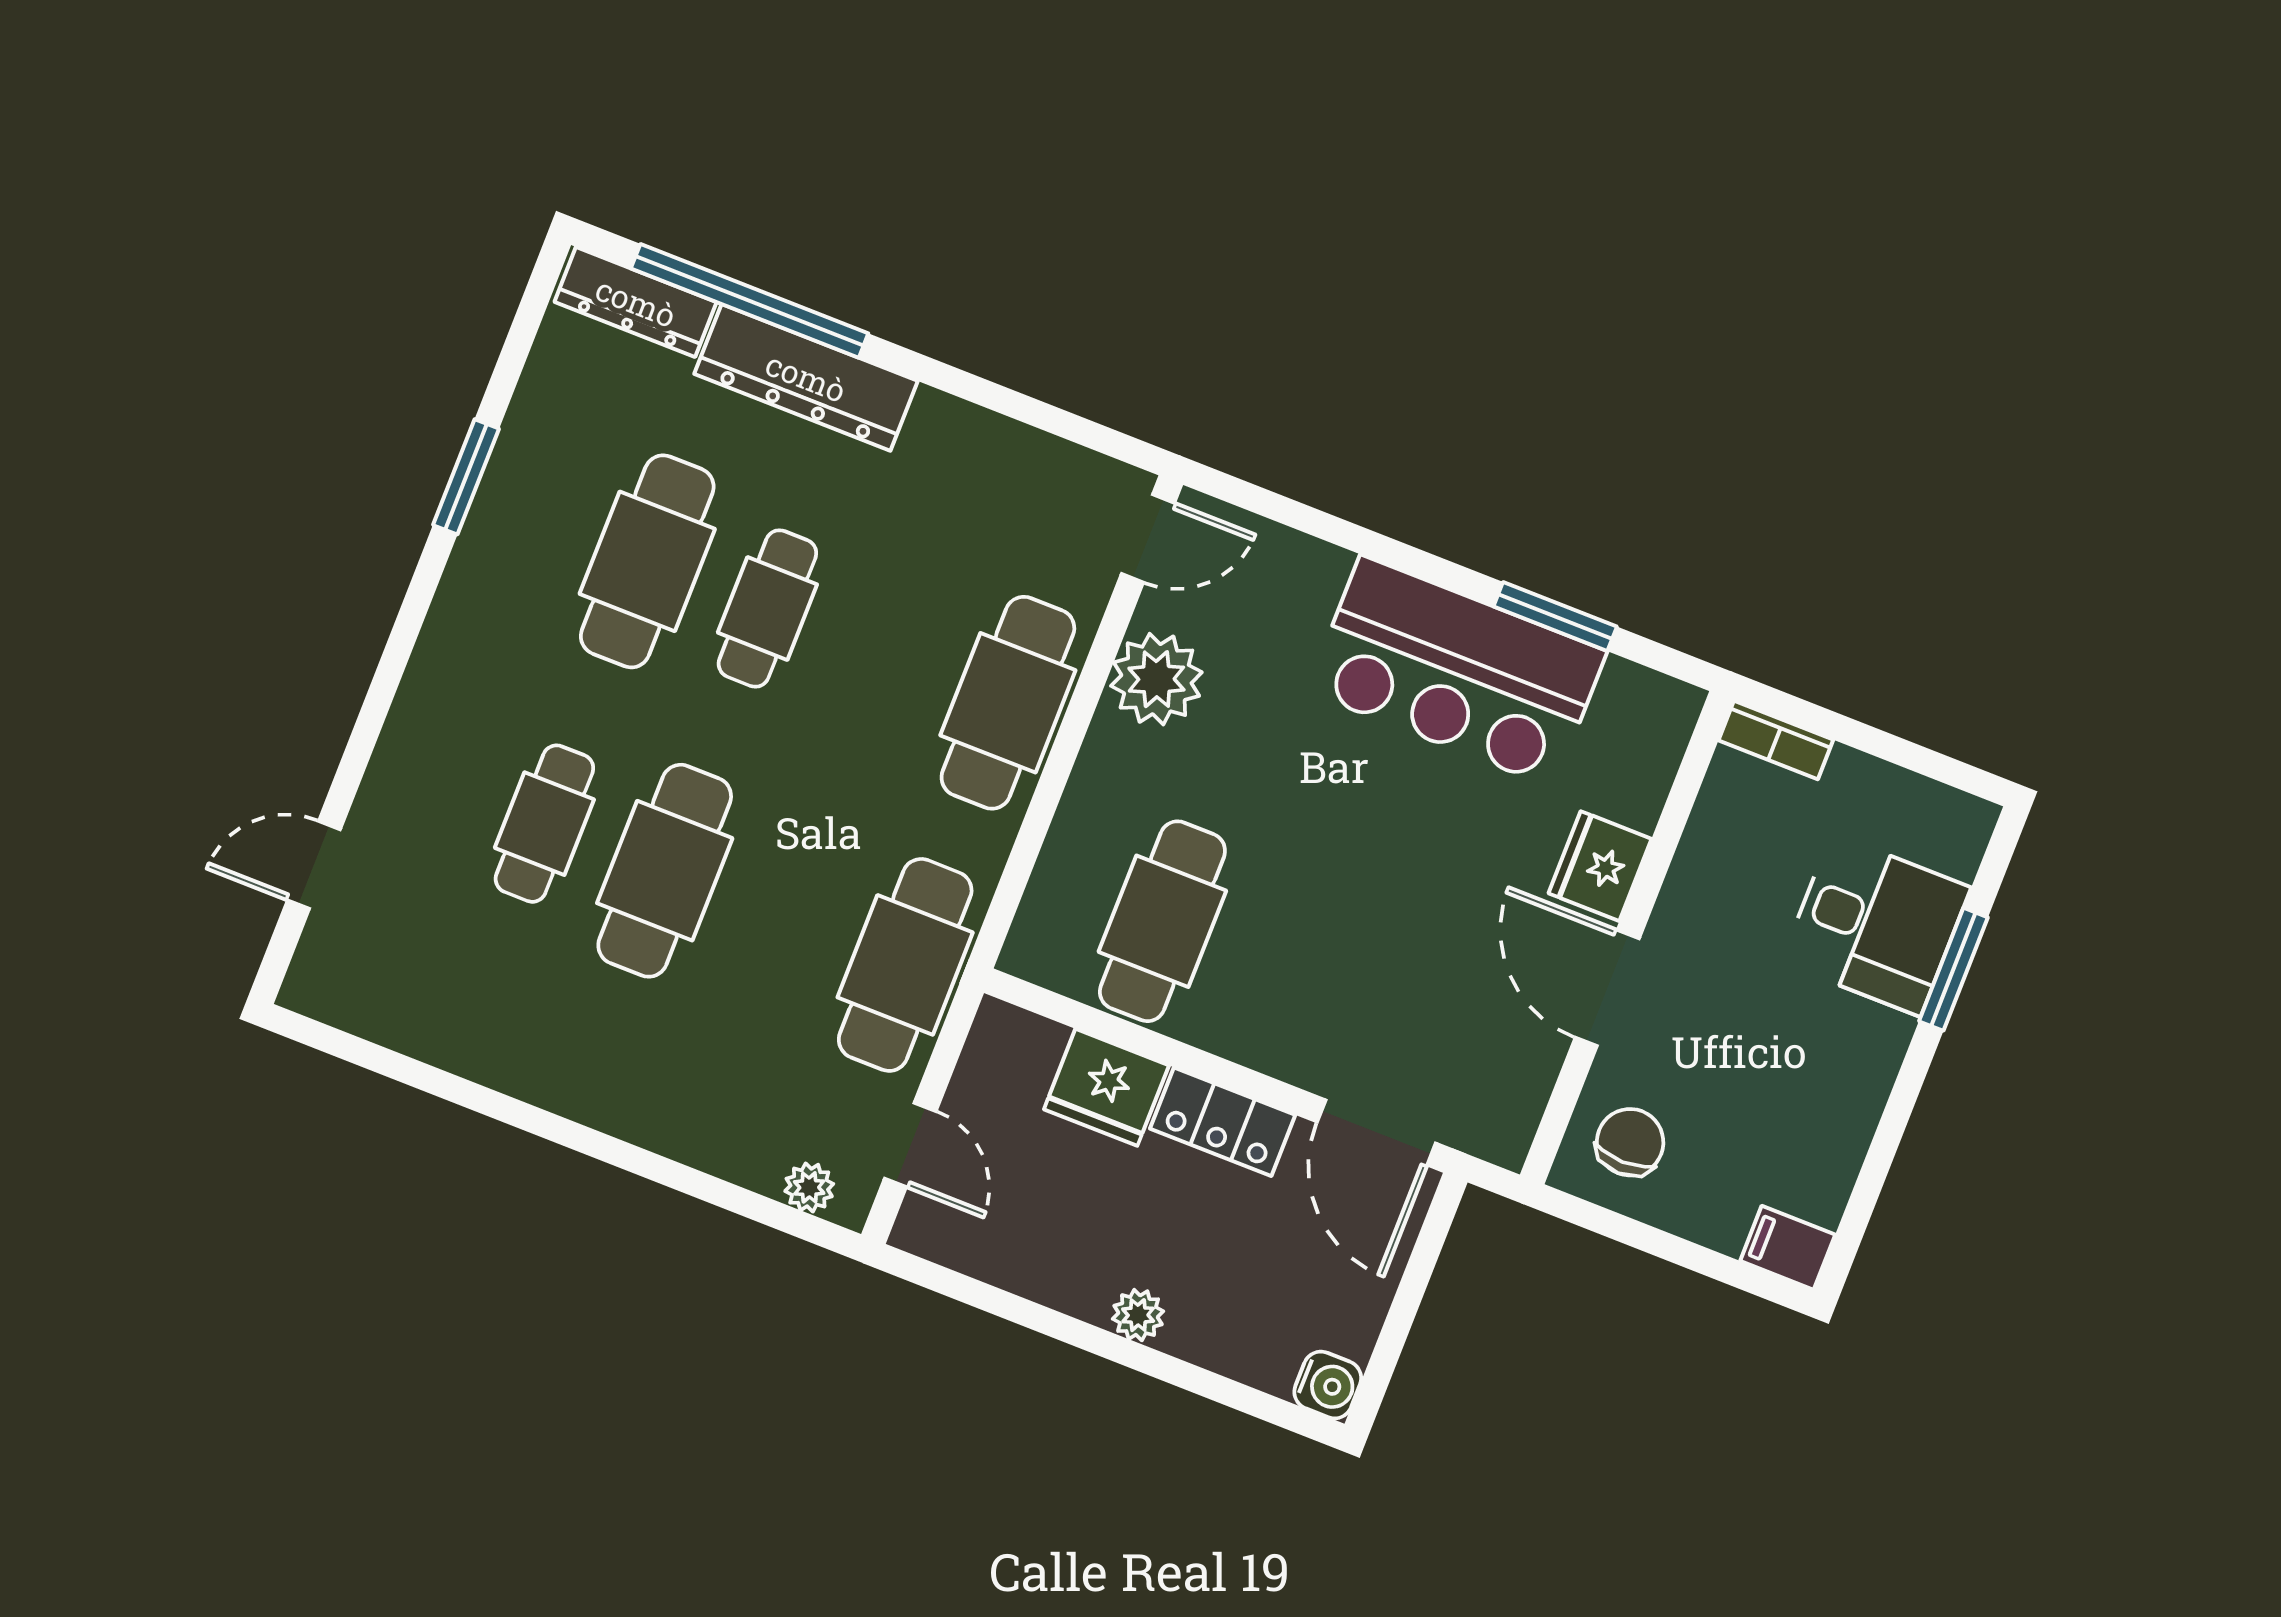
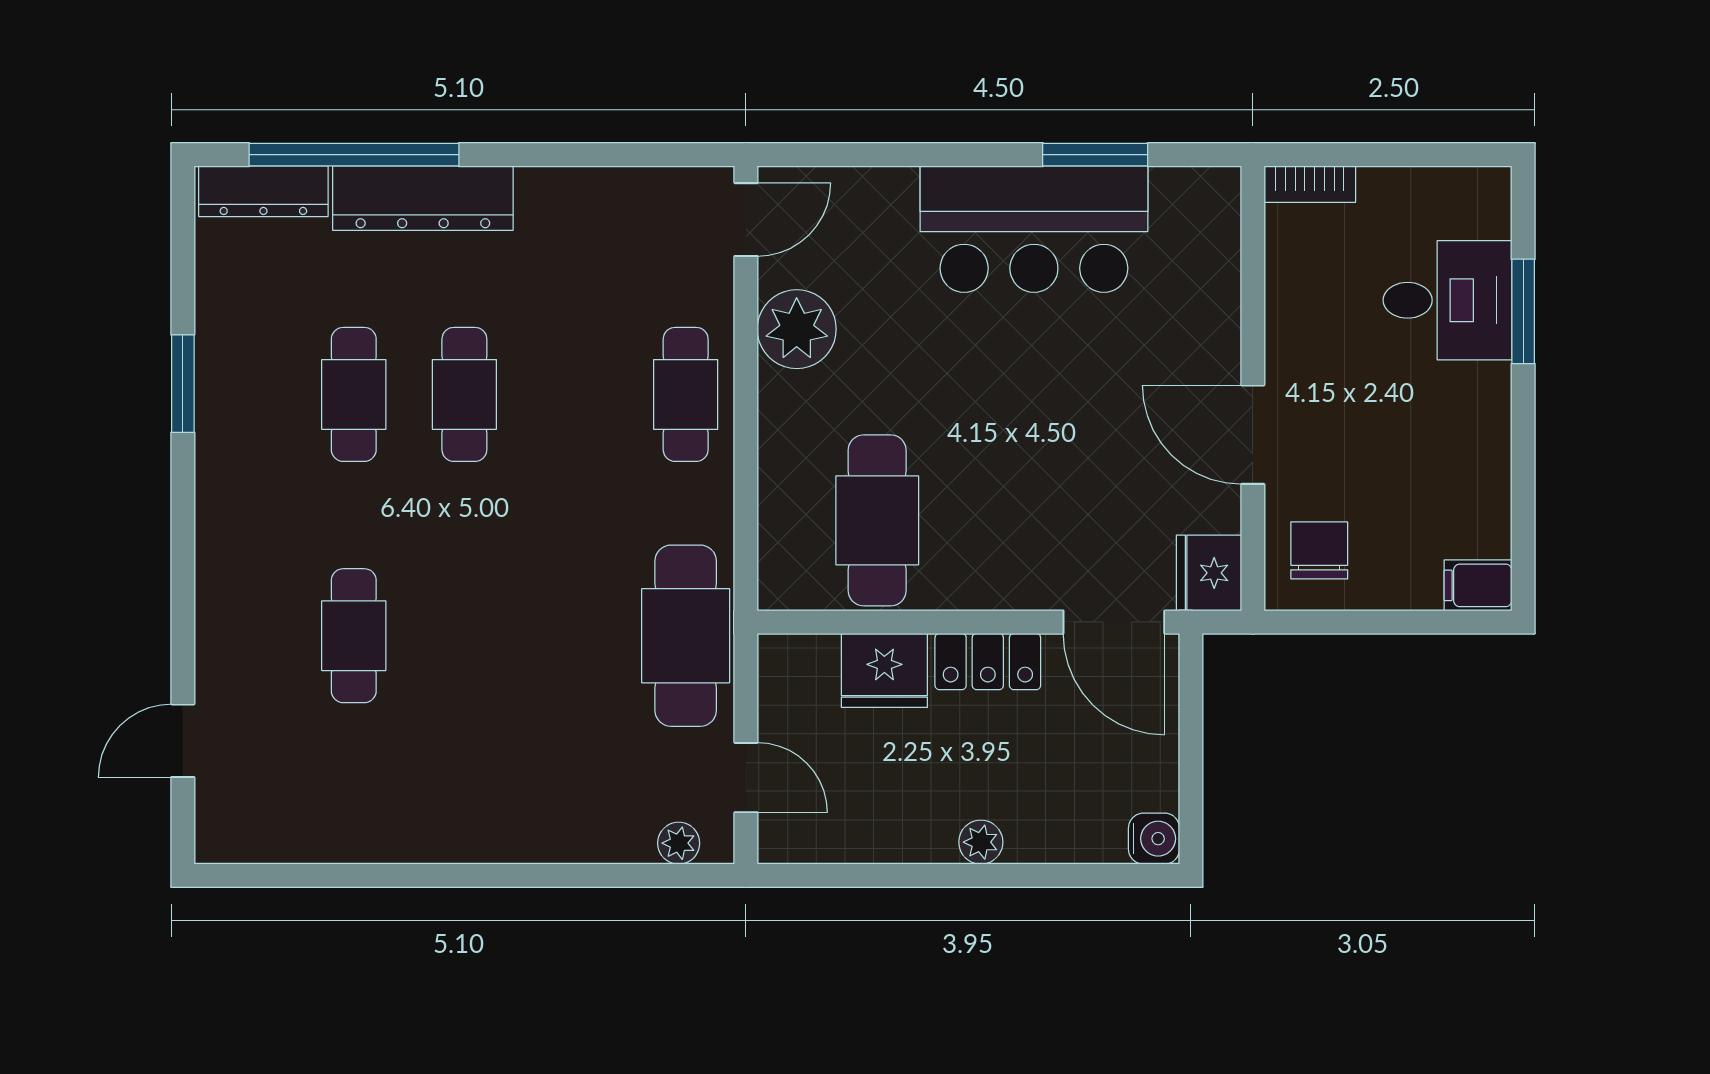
cafe table: (647, 561) -> (354, 394), width x0.73, depth x0.74
cafe table: (1008, 703) -> (686, 394), width x0.73, depth x0.74
fridge: (1600, 866) -> (1209, 573), moved
cafe table: (665, 871) -> (464, 636), removed

